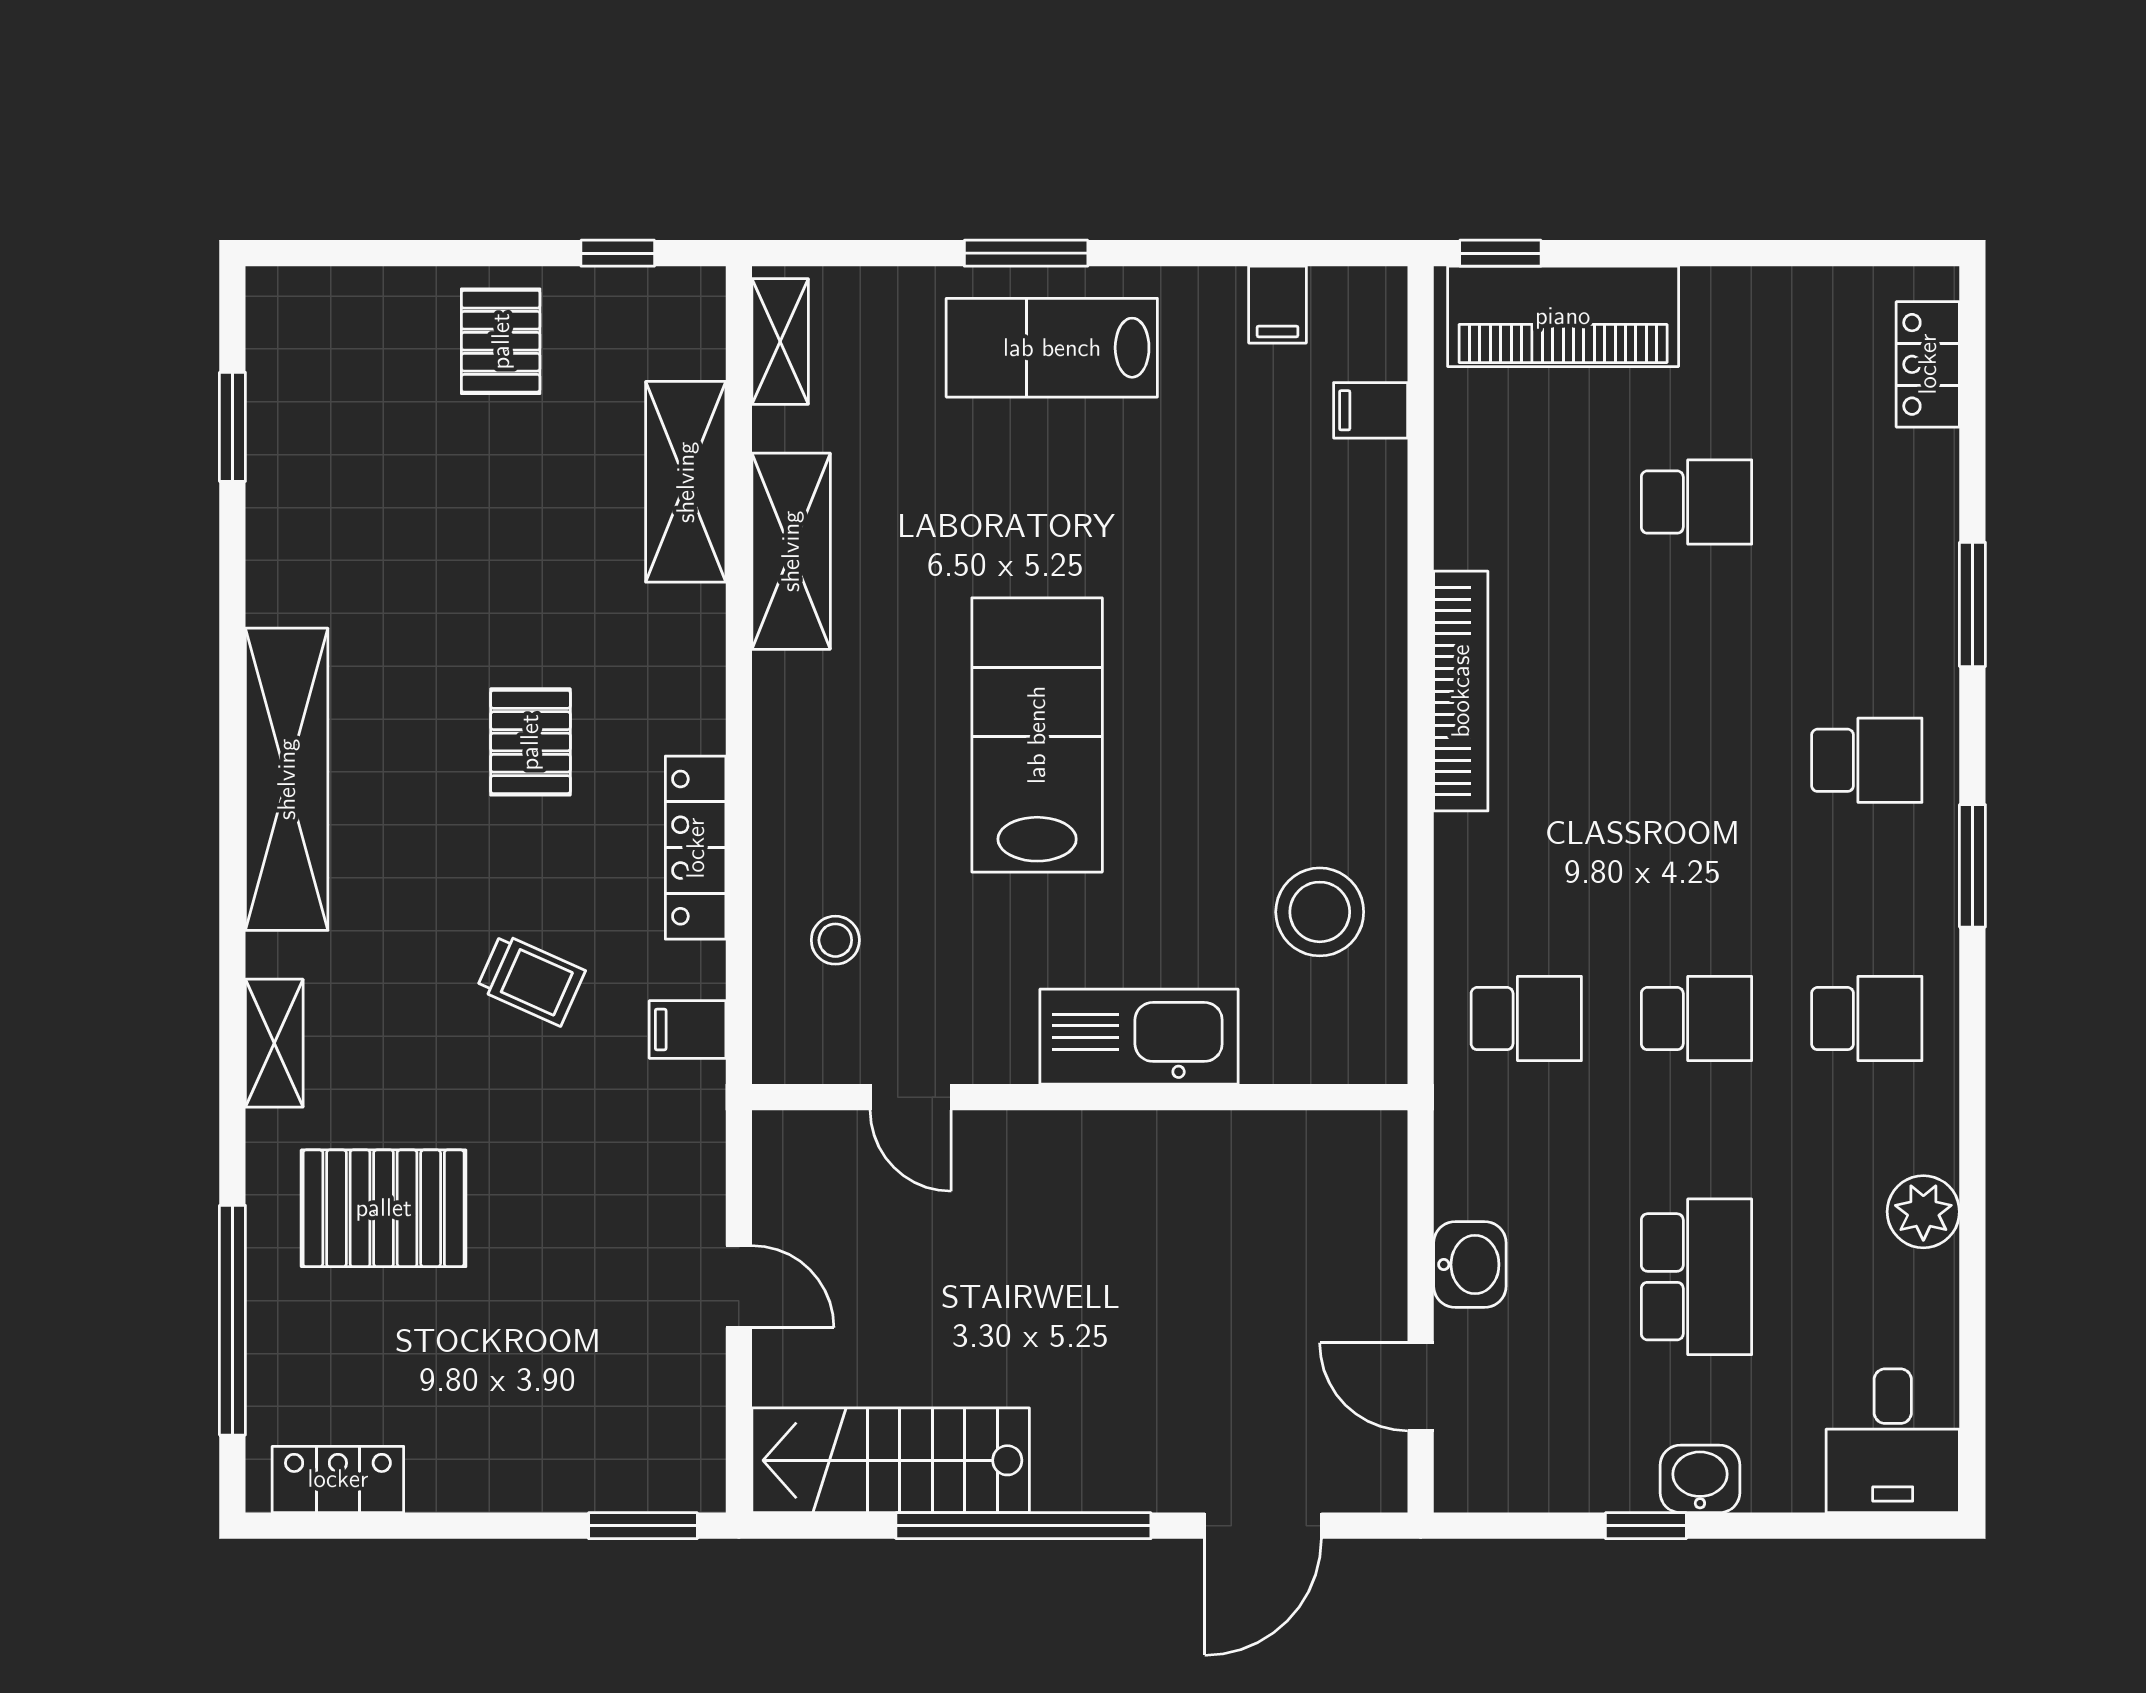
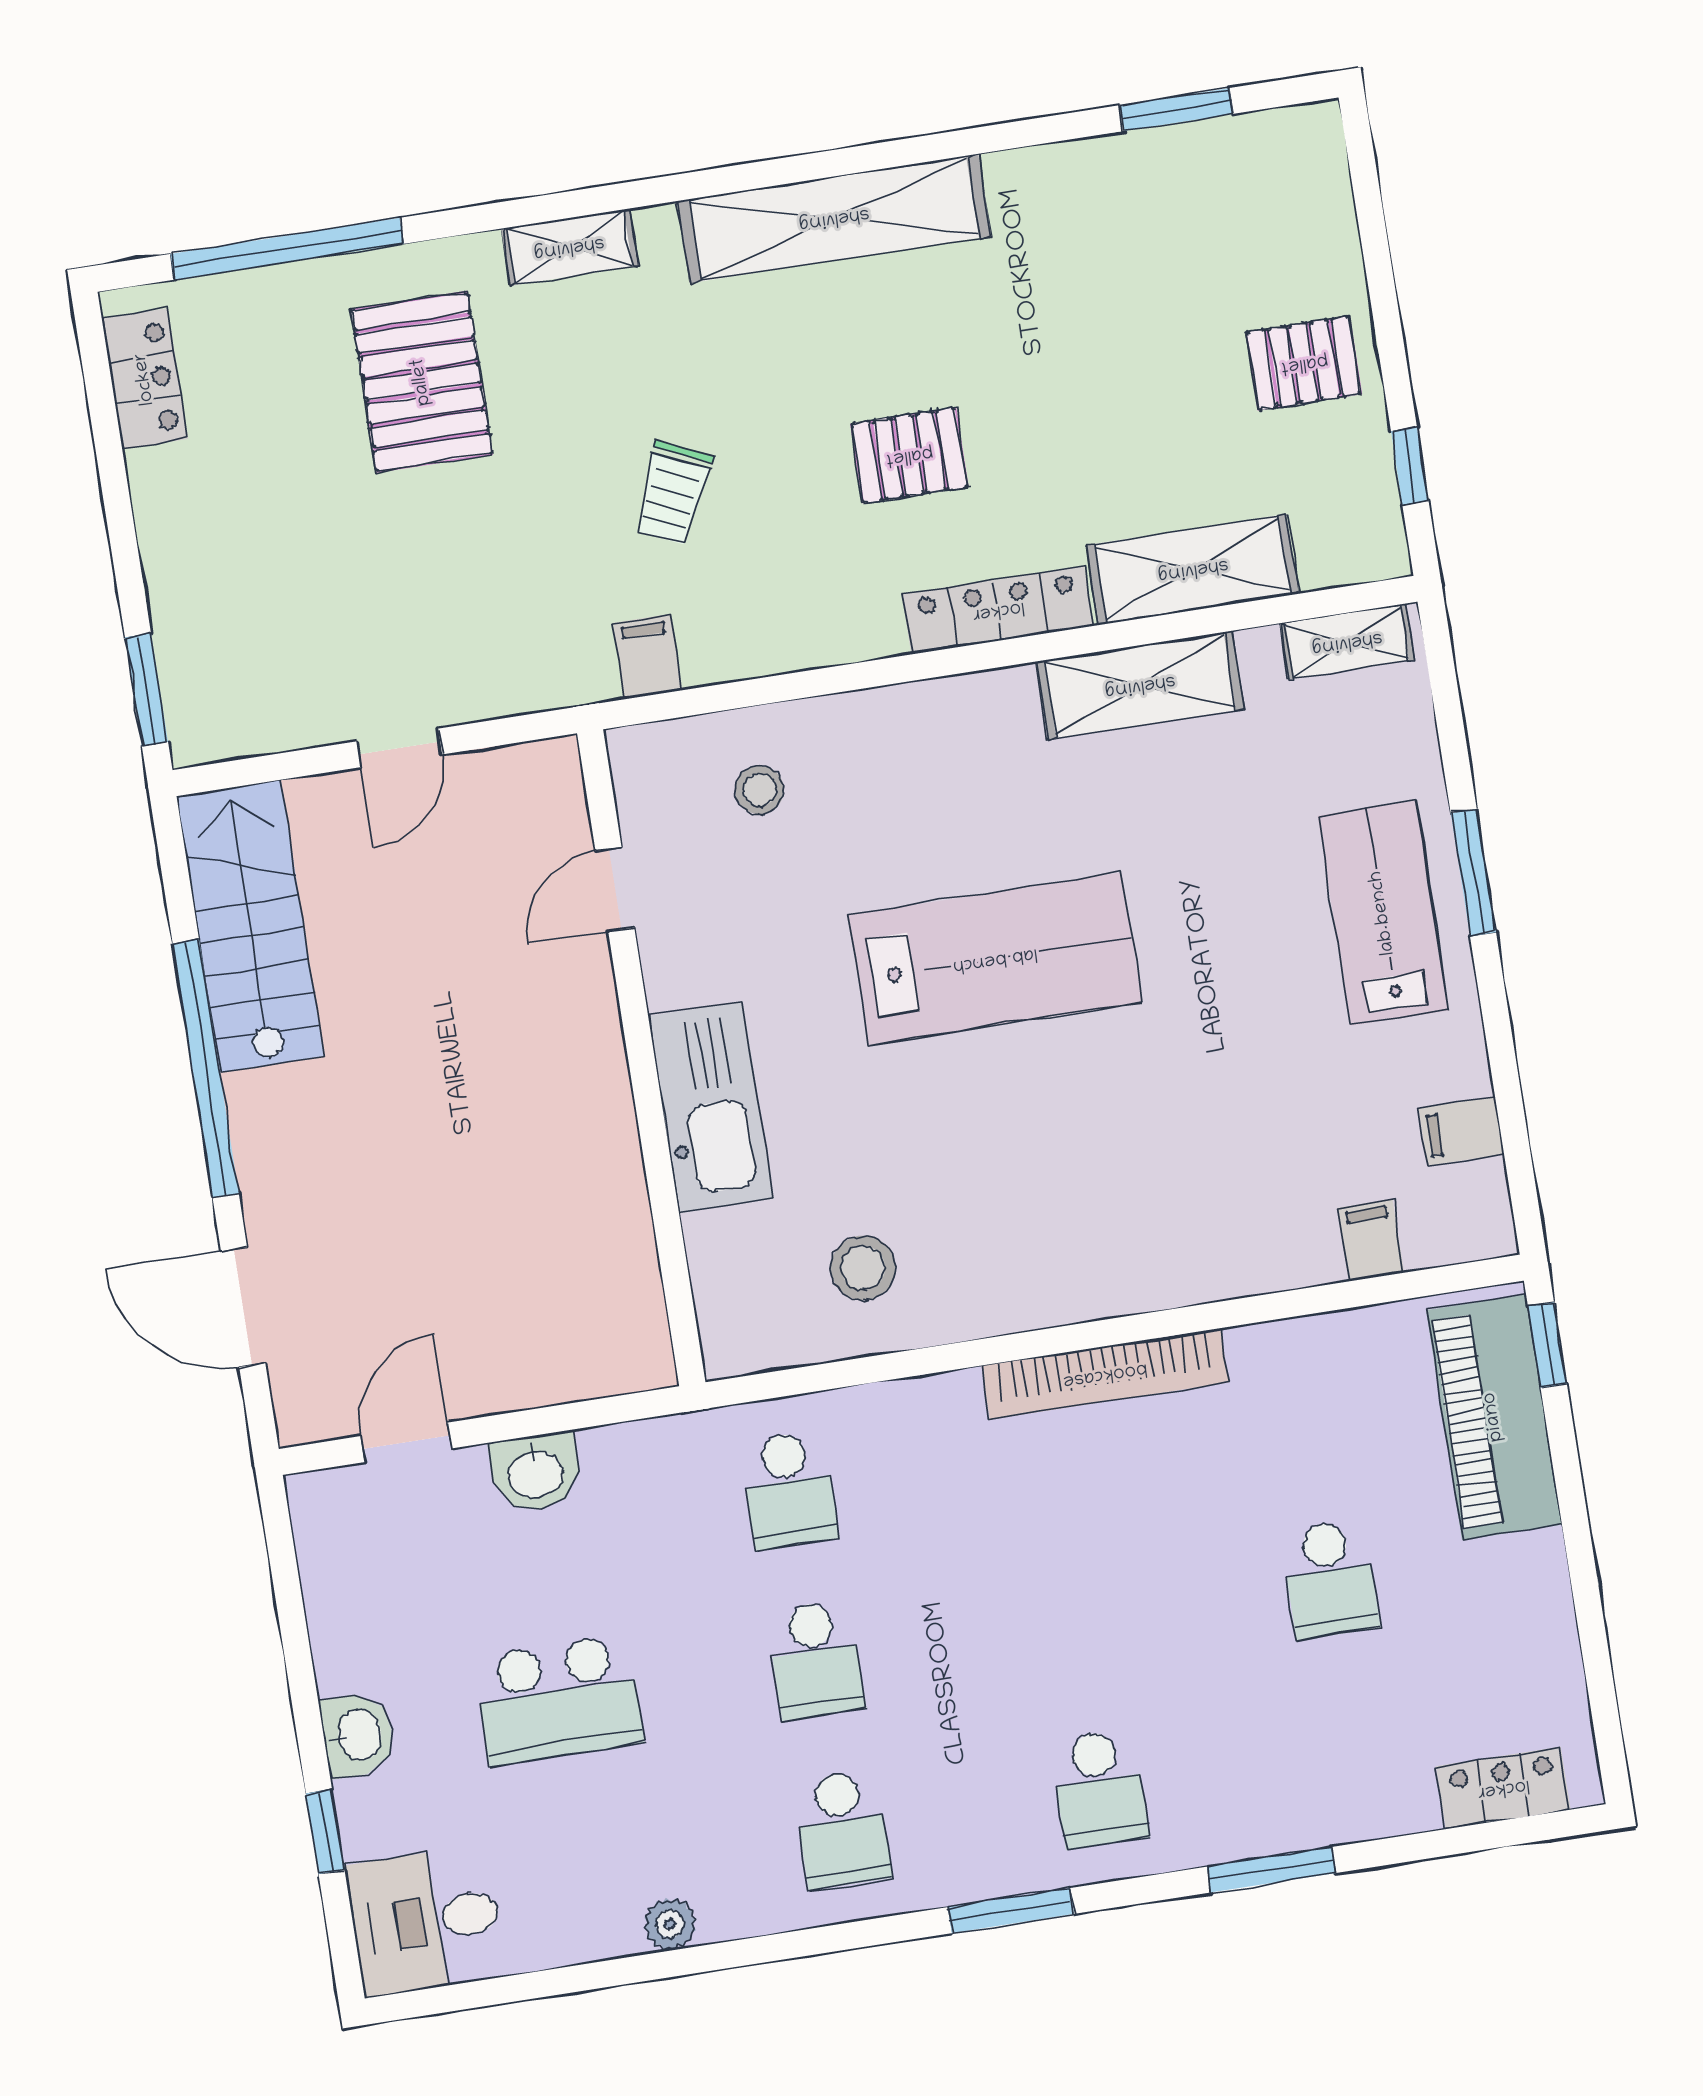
locker: (696, 848) -> (998, 610), moved
stool: (1320, 912) -> (863, 1268), width x0.73, depth x0.73
plant: (1923, 1212) -> (670, 1924), width x0.73, depth x0.73
window: (1646, 1526) -> (325, 1832), moved

